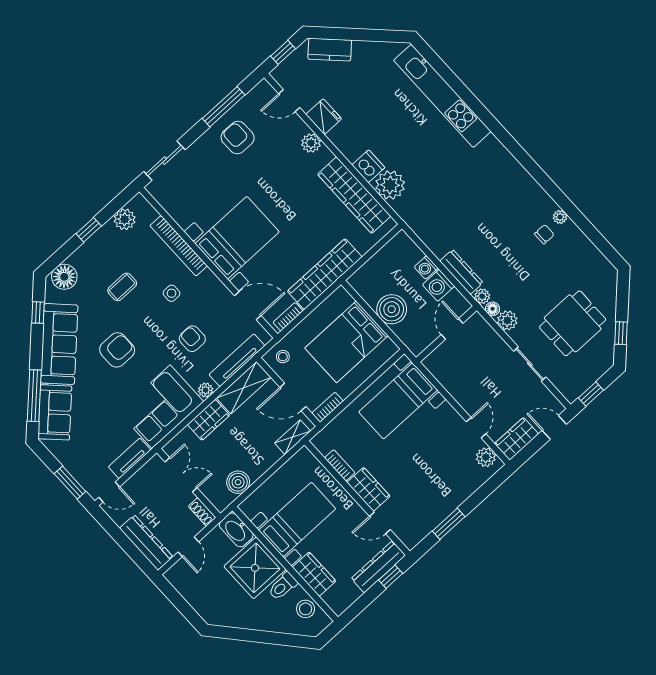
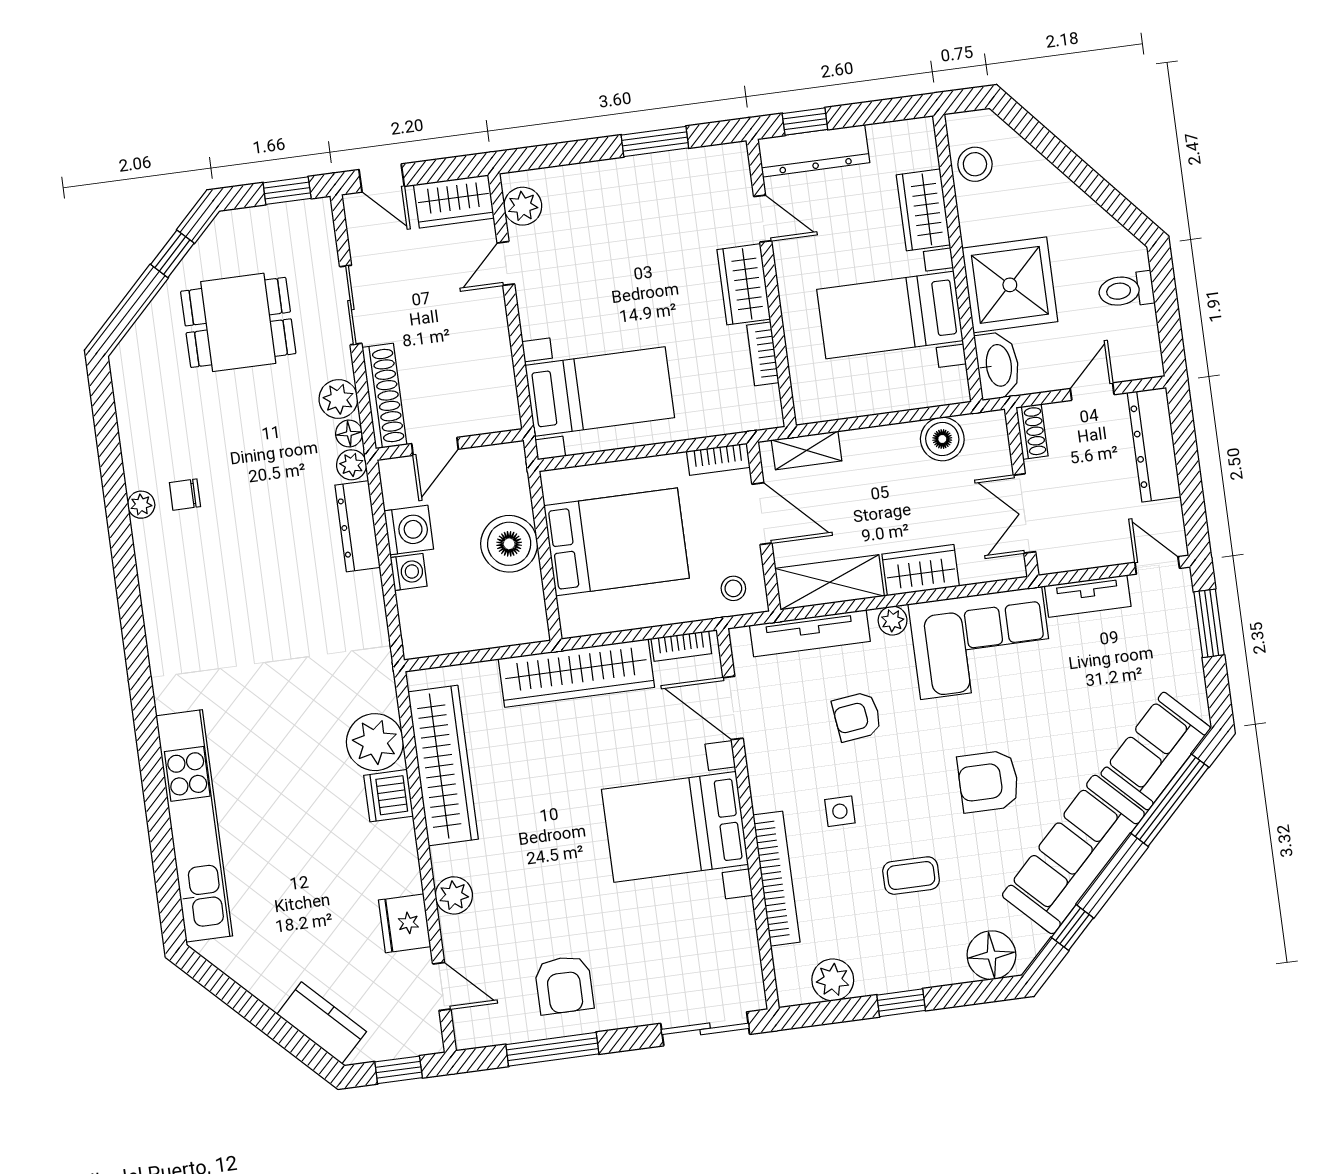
shoe rack: (489, 335) -> (384, 396), added
armchair: (192, 339) -> (857, 717), turned 83
toilet: (283, 586) -> (1126, 290), moved, turned 180

